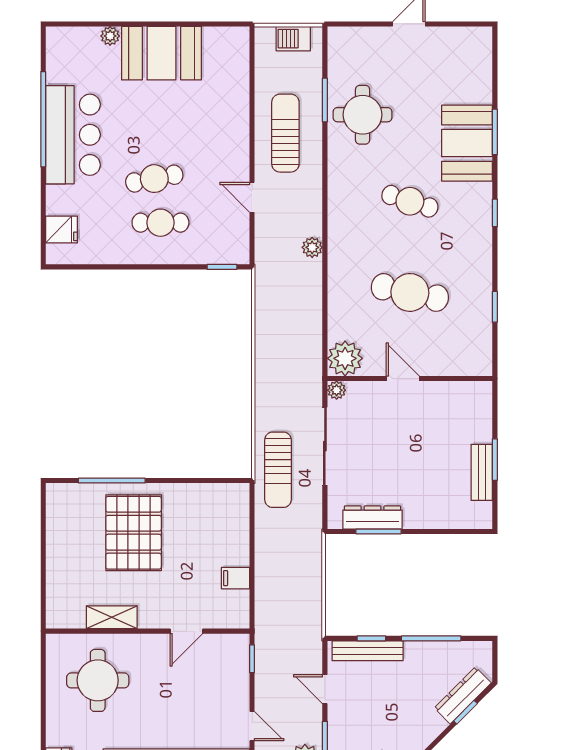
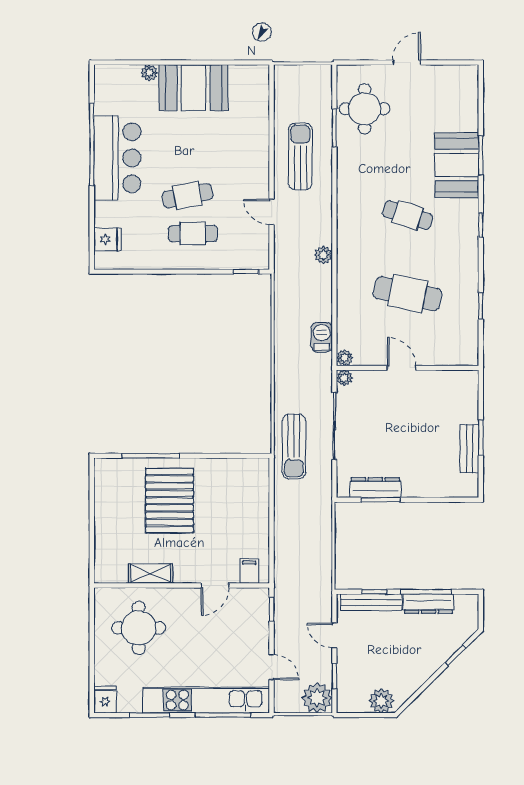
barbecue: (293, 39) -> (322, 337), moved, turned 90
round table: (363, 115) -> (365, 109), moved
plant: (345, 358) -> (345, 358), width x0.53, depth x0.53
filing cabinet: (235, 578) -> (249, 571), moved, turned 90
dresser: (463, 695) -> (428, 604), moved, turned -135

